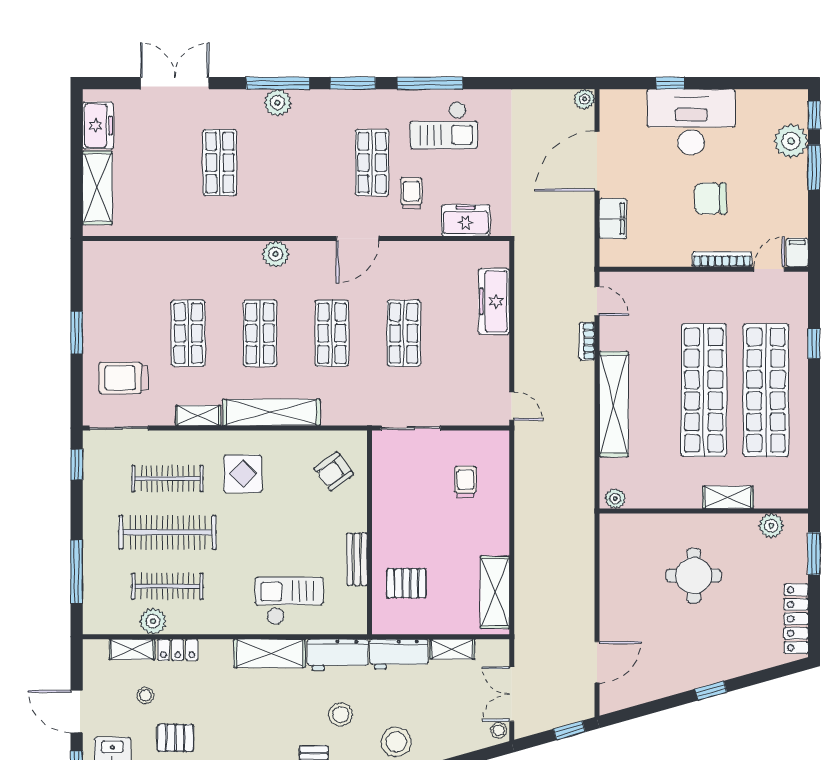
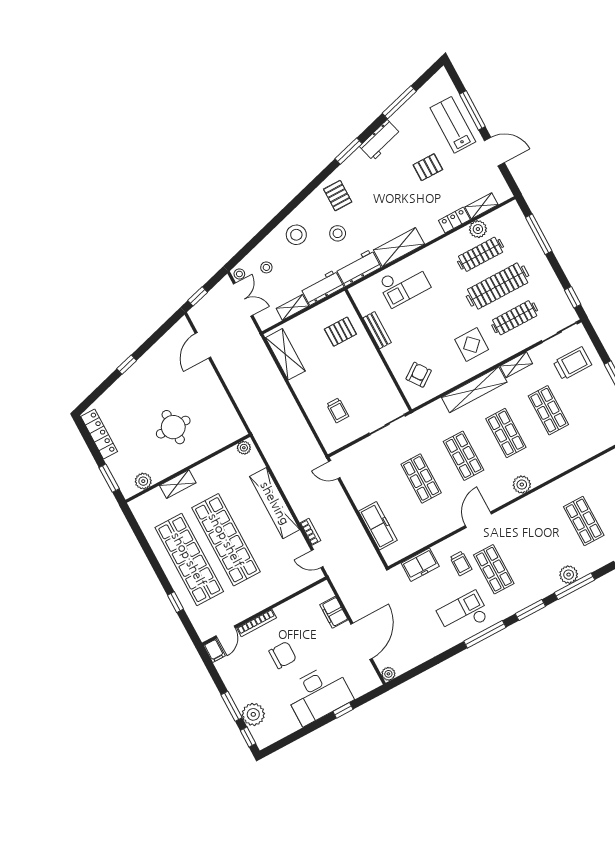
stool: (145, 695) -> (266, 267), moved

